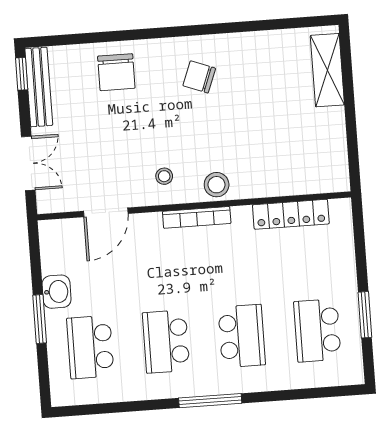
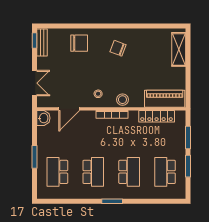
chair: (116, 72) -> (79, 43), turned -90
bench: (39, 87) -> (42, 42), width x0.73
piano: (305, 176) -> (165, 99), added
window: (360, 255) -> (188, 138), added
washbasin: (57, 292) -> (43, 118), moved
school desk: (166, 342) -> (93, 172), turned 180
window: (210, 401) -> (112, 201), width x0.69

